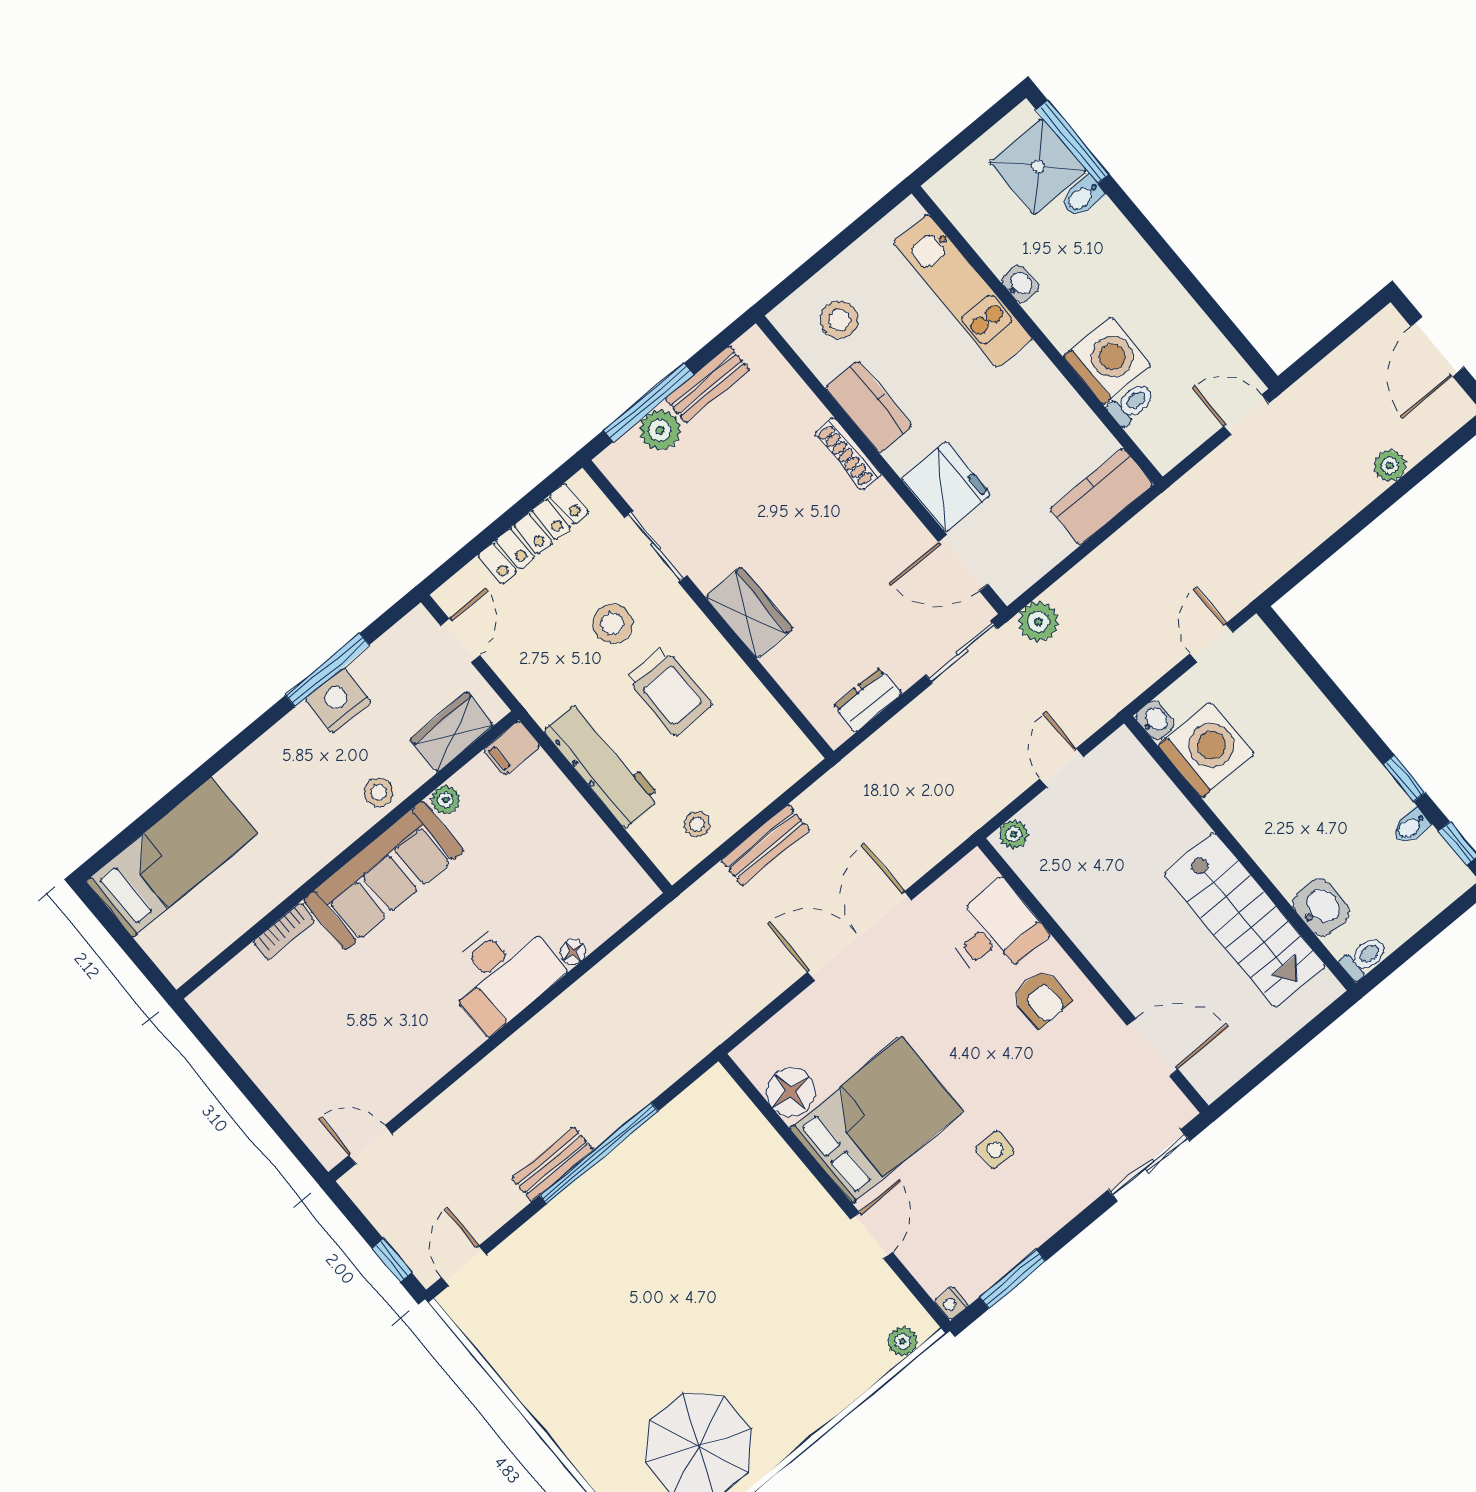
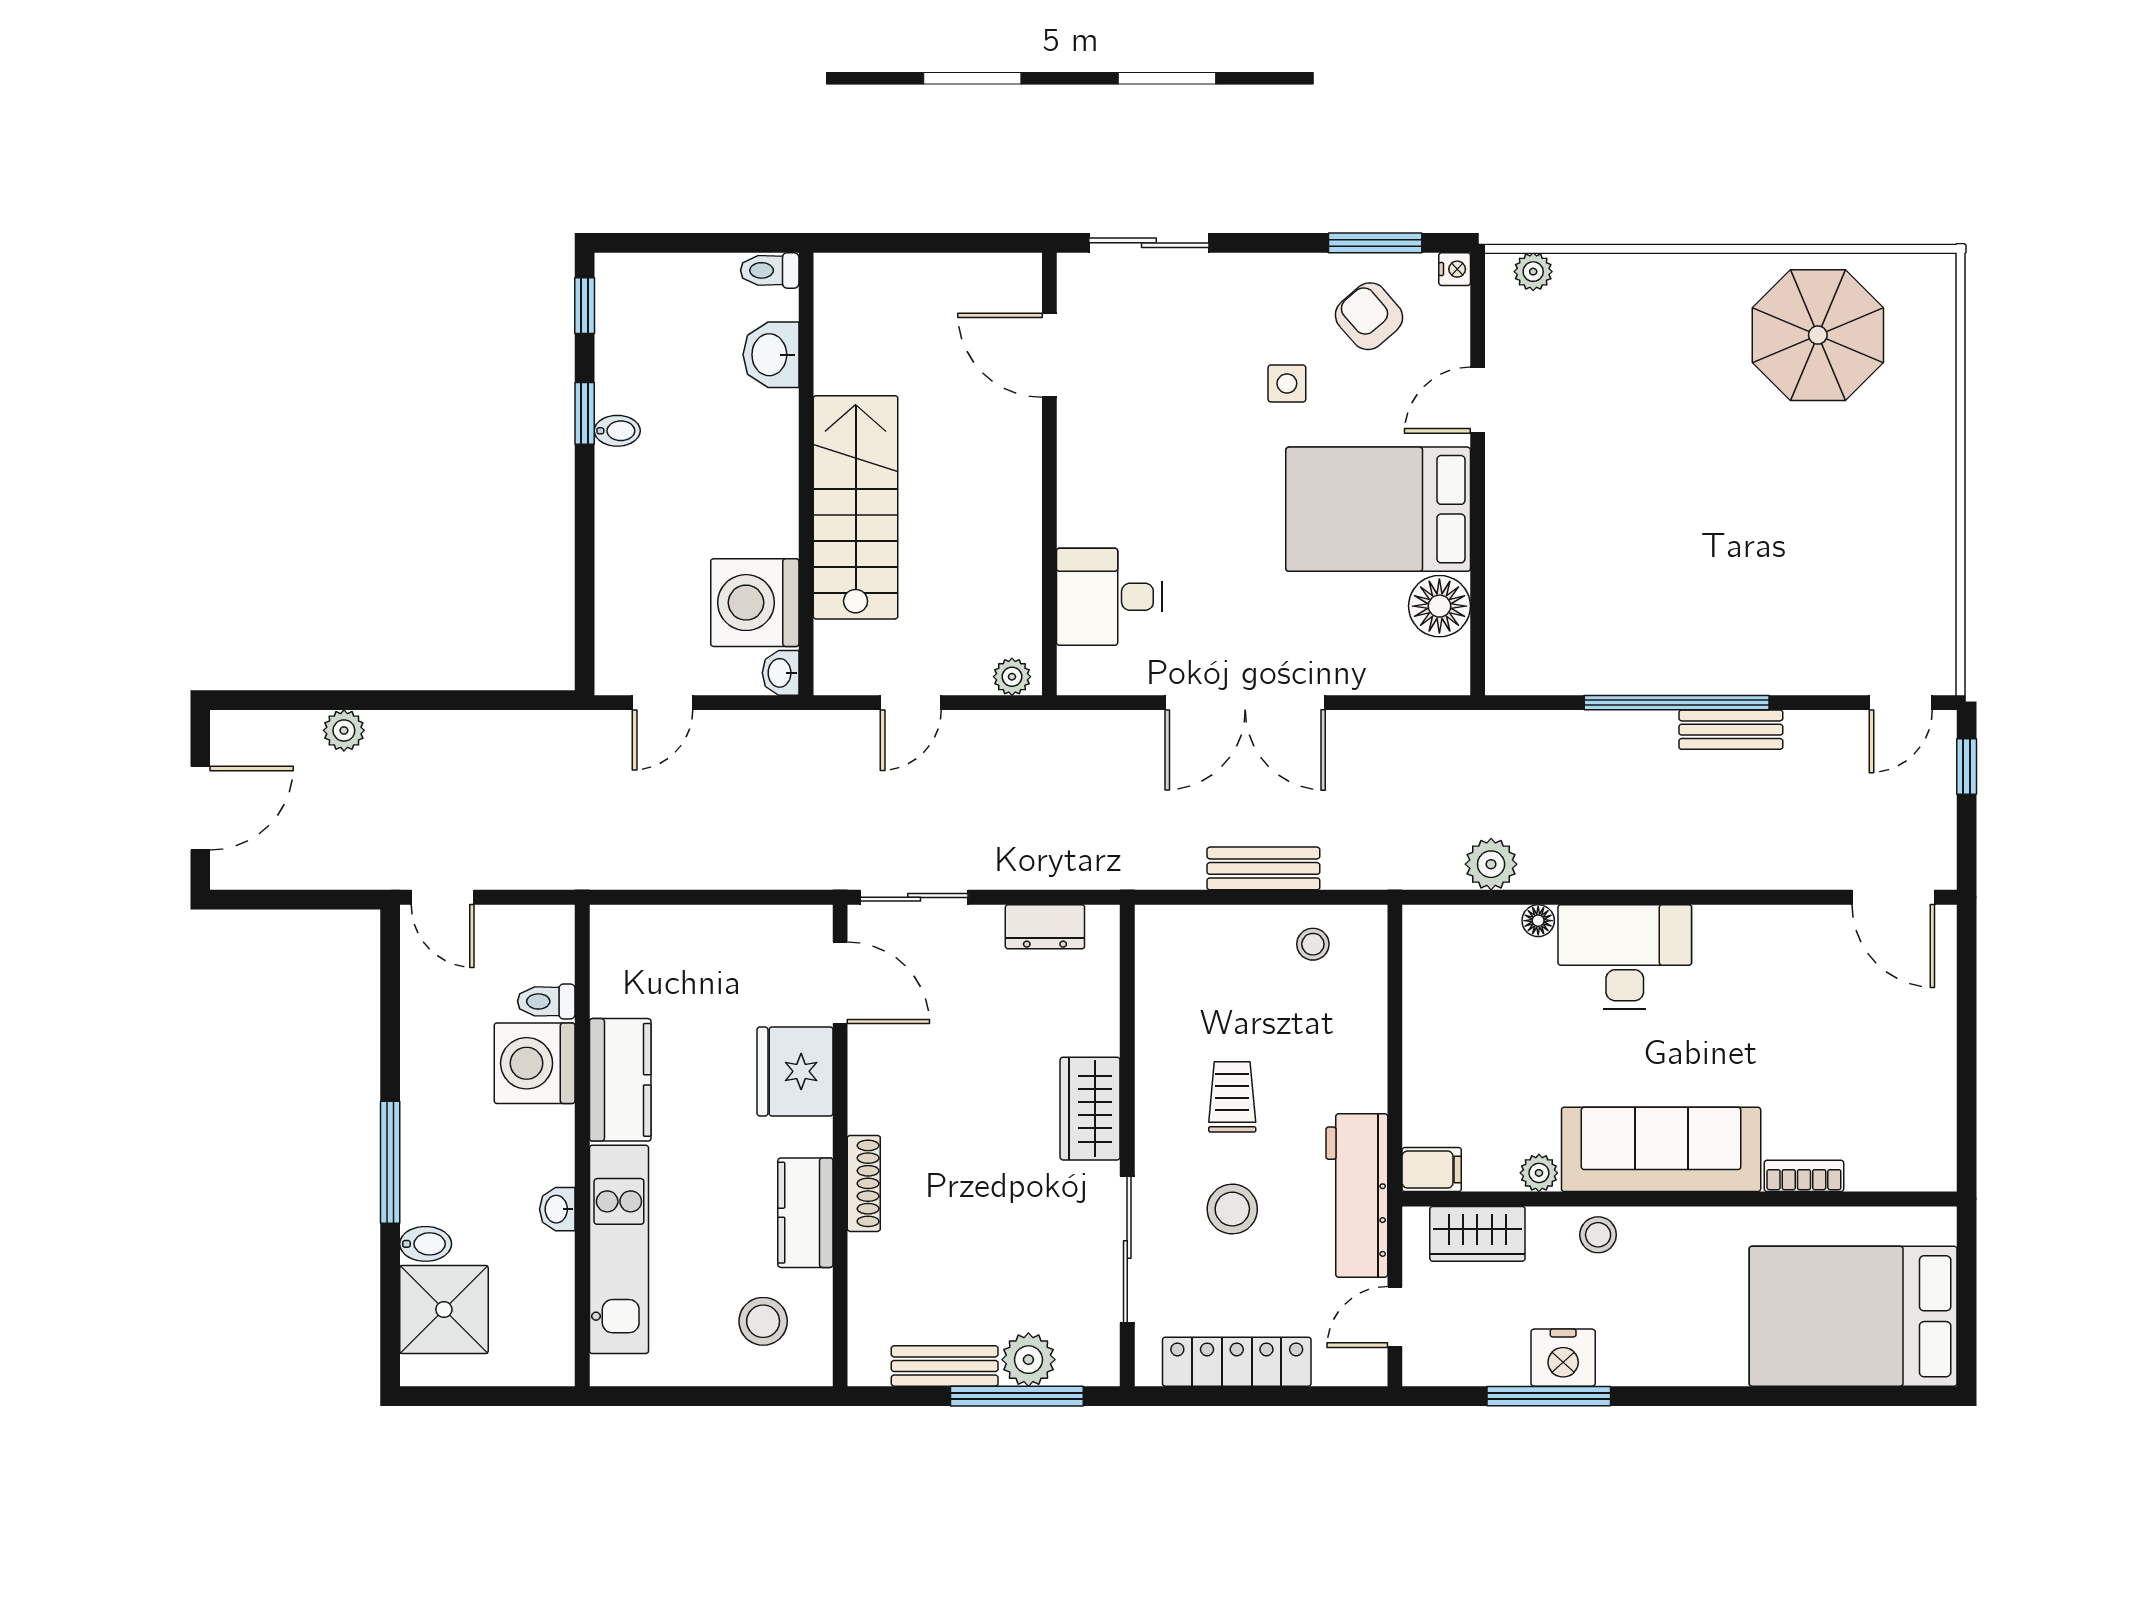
window: (1073, 142) -> (390, 1162), moved
kitchen counter: (1101, 497) -> (620, 1080), moved, turned -90
sliding door: (656, 546) -> (1127, 1250), width x1.37
plant: (1038, 622) -> (1491, 864), moved
trolley: (669, 691) -> (1232, 1097), width x0.73, depth x0.72
workbench: (603, 765) -> (1357, 1196), moved
bidet: (1411, 827) -> (617, 431), moved
bed: (172, 857) -> (1853, 1316), width x1.50
stairs: (1245, 920) -> (856, 507), moved
armchair: (1041, 998) -> (1369, 316), moved, turned -41
door: (370, 1145) -> (1893, 897), width x1.38

